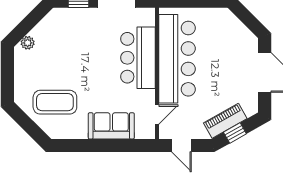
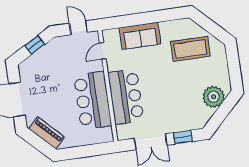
plant: (28, 43) -> (214, 97), width x1.87, depth x1.87
bar counter: (177, 59) -> (93, 100), width x0.73
piano: (225, 121) -> (47, 133), moved, turned -106

